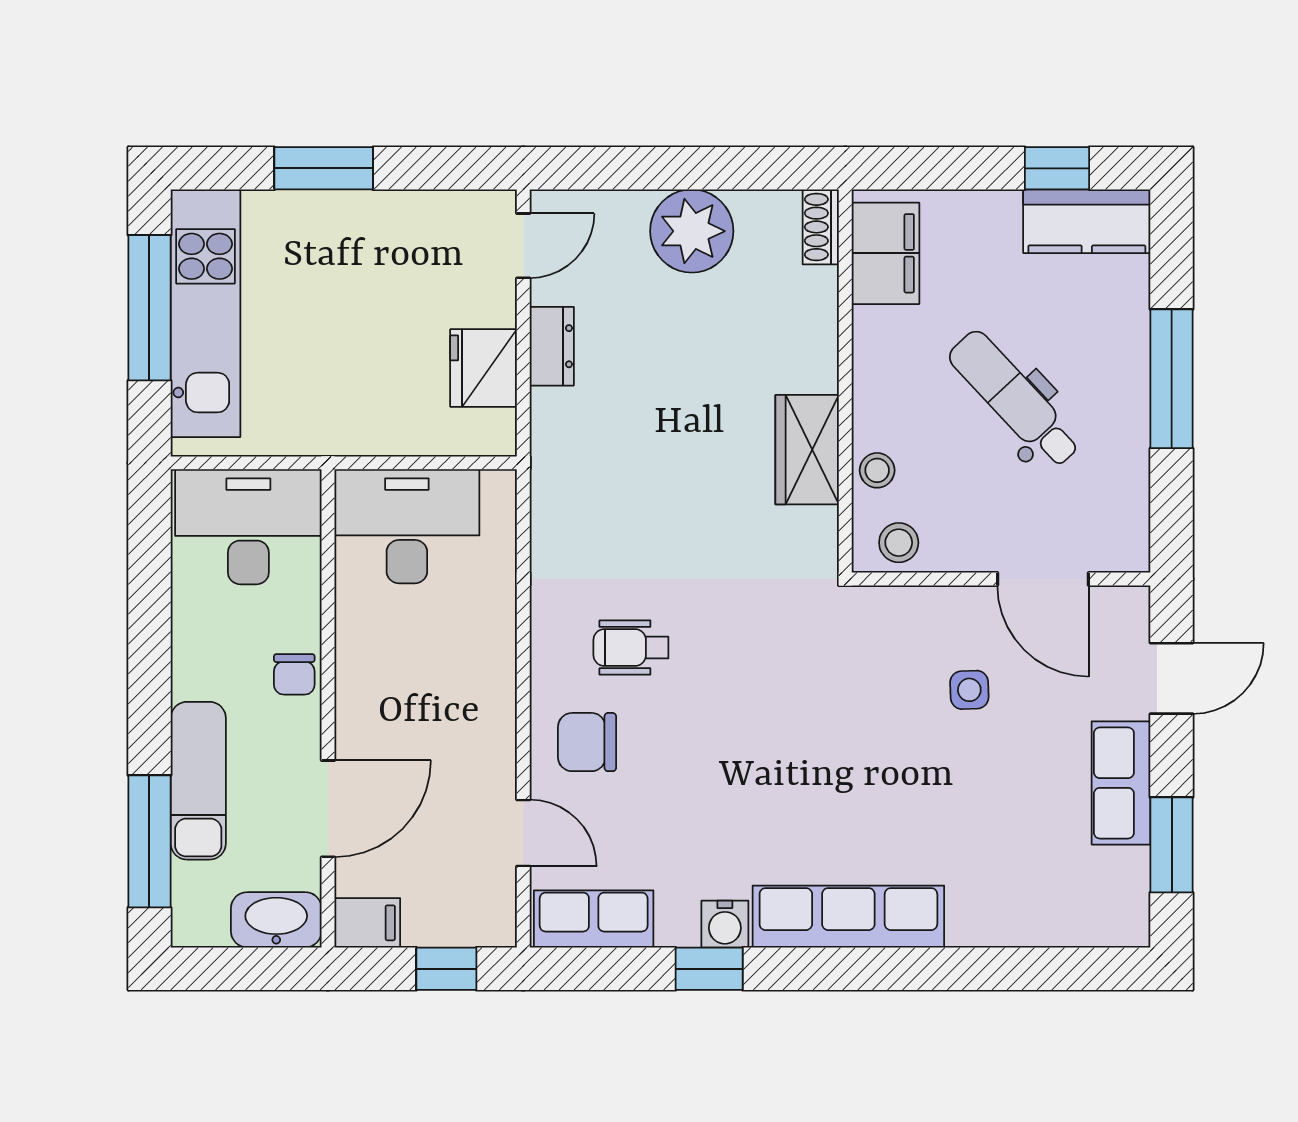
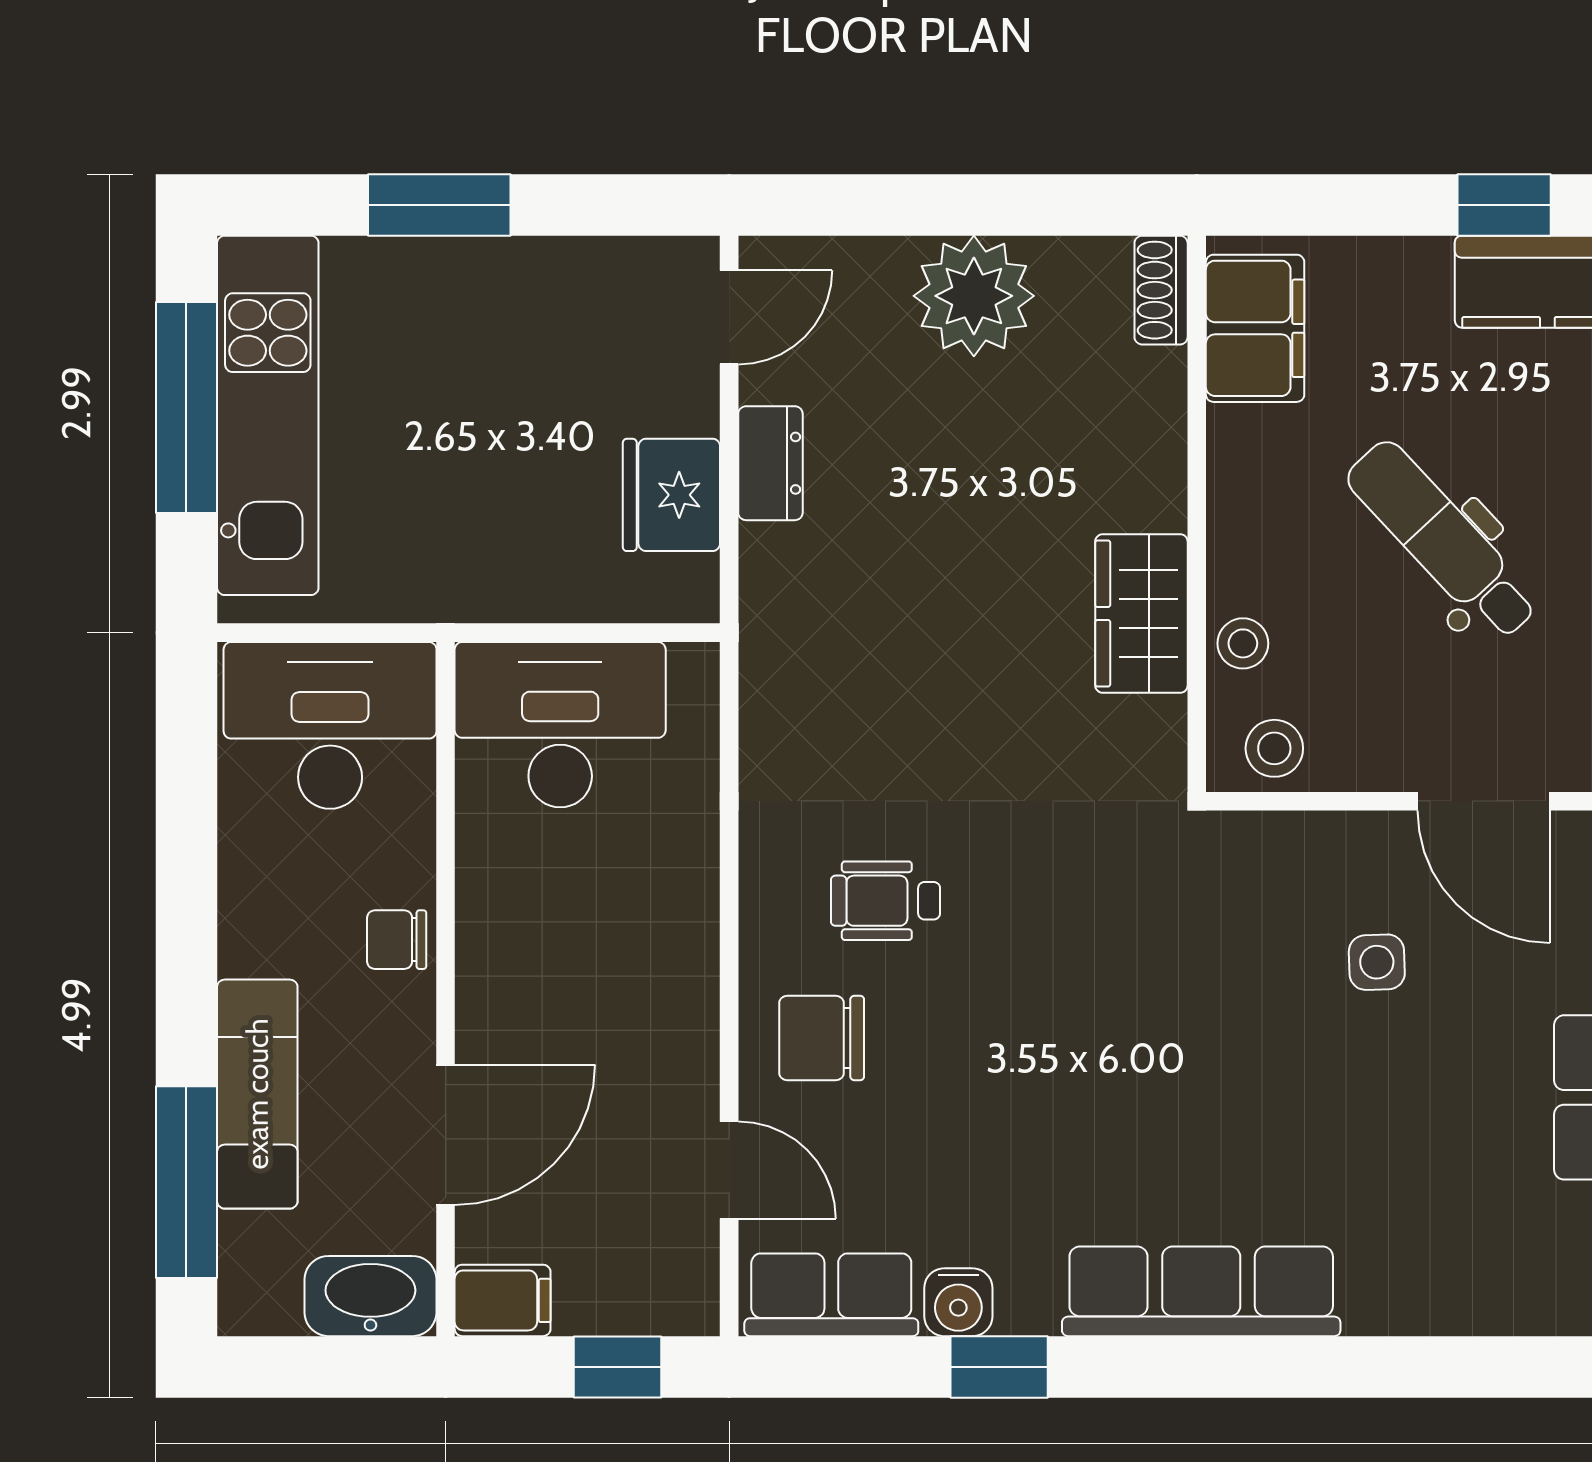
chair: (294, 674) -> (397, 940), turned 90
water cooler: (725, 924) -> (958, 1302), moved

